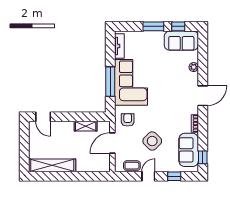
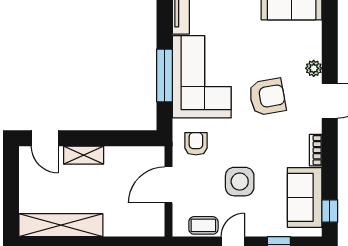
plant: (194, 67) -> (314, 68), moved
armchair: (168, 94) -> (267, 97), added
shelving: (86, 126) -> (84, 155), moved
side table: (152, 141) -> (240, 182), turned 45

